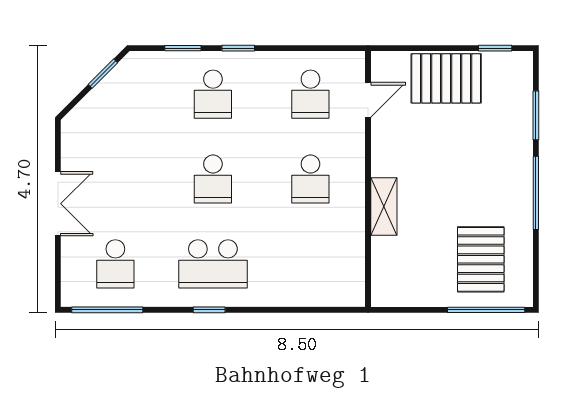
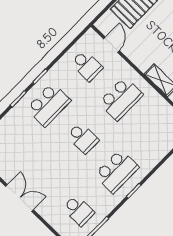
school desk: (213, 94) -> (49, 105), width x1.85
school desk: (310, 179) -> (121, 99), width x1.85
double door: (58, 204) -> (20, 198), moved

